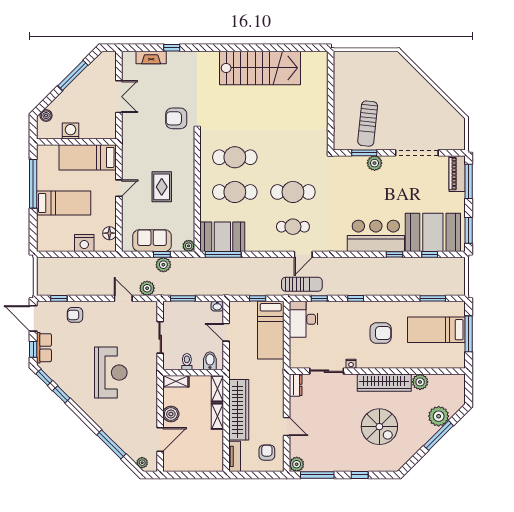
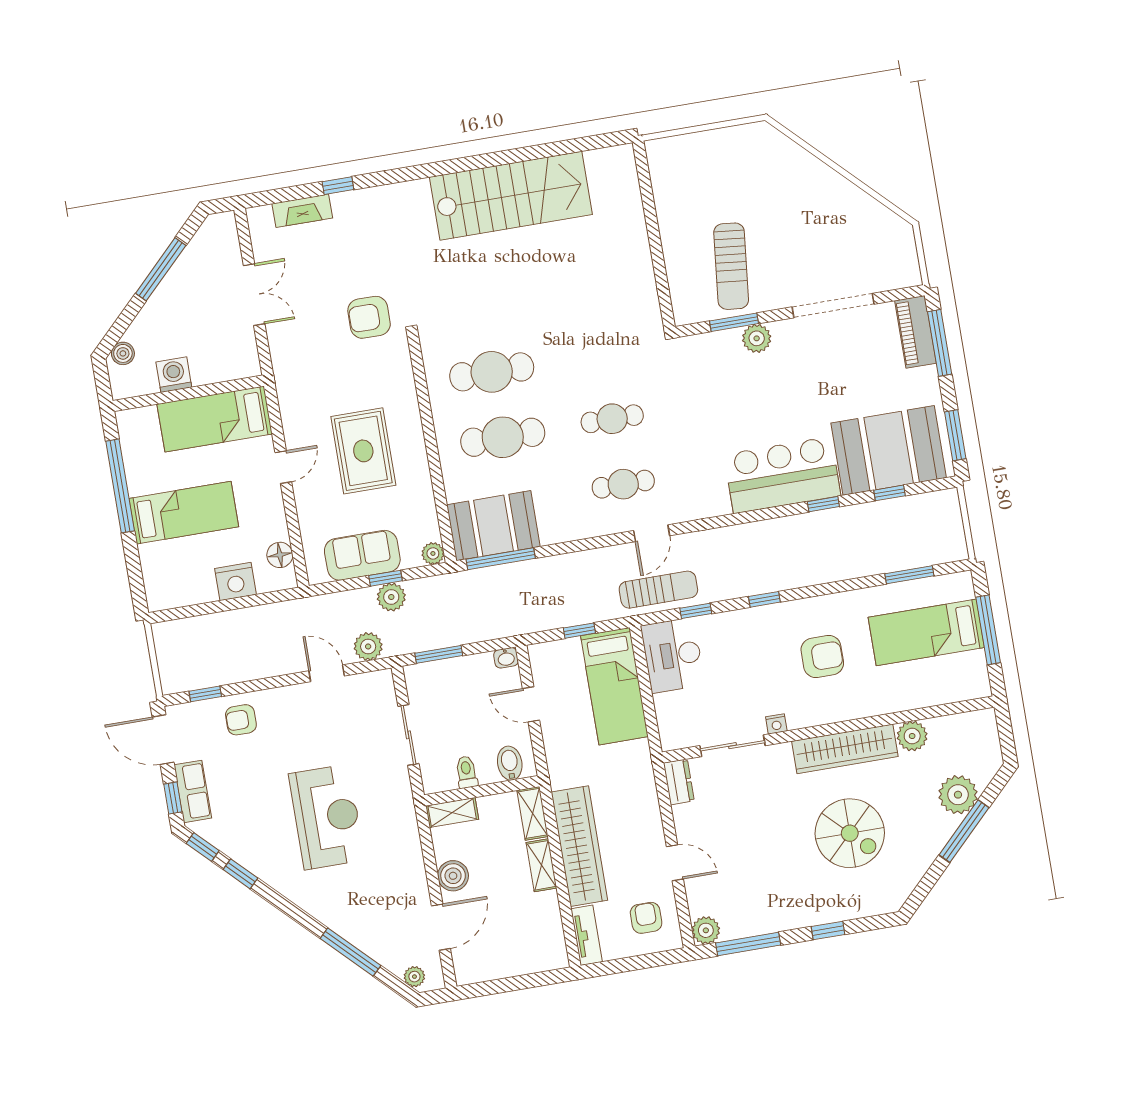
rug: (162, 187) -> (363, 451), width x1.36, depth x1.43
cafe table: (293, 192) -> (612, 419), width x0.73, depth x0.74

